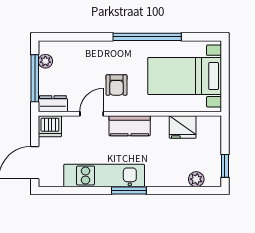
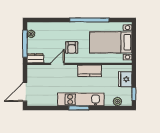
dishwasher: (50, 126) -> (34, 71), removed
kitchen counter: (130, 126) -> (90, 71), moved
fridge: (183, 127) -> (125, 79), moved, turned 90
kitchen unit: (104, 176) -> (81, 99), moved

